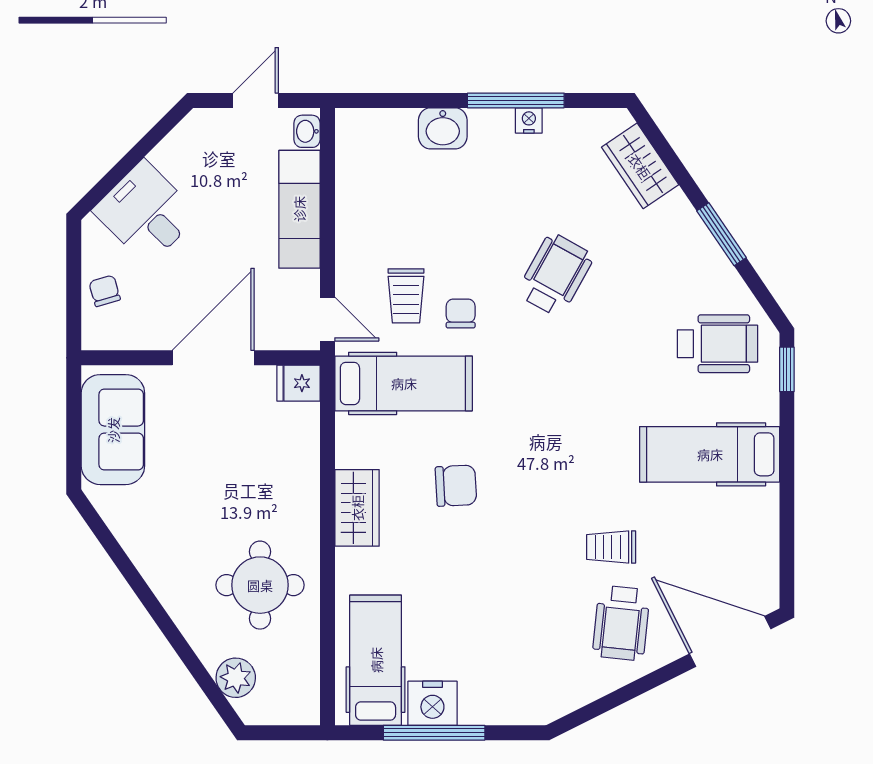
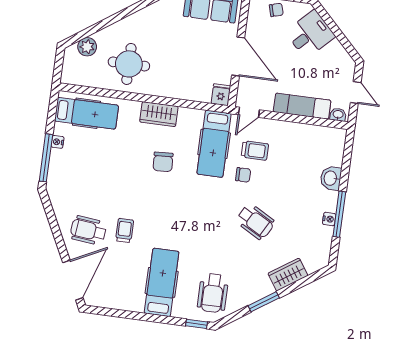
wardrobe: (640, 166) -> (288, 275), moved
trolley: (406, 296) -> (255, 150), turned 180
nightstand: (432, 703) -> (57, 142), width x0.53, depth x0.56
window: (434, 733) -> (46, 158), moved

